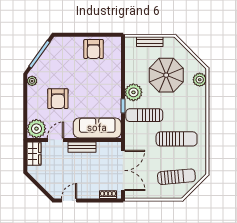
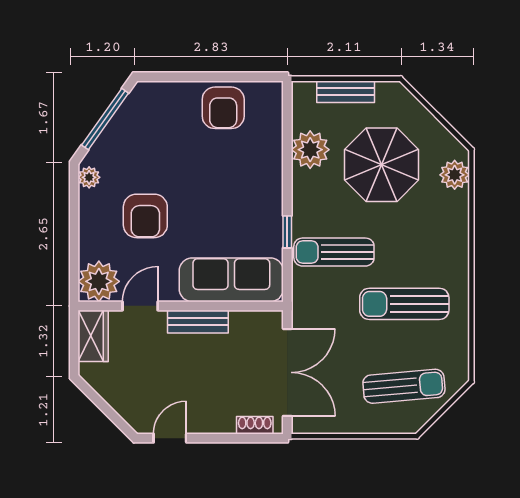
plant: (133, 92) -> (310, 150), moved
sun lounger: (177, 139) -> (404, 304), turned 180

